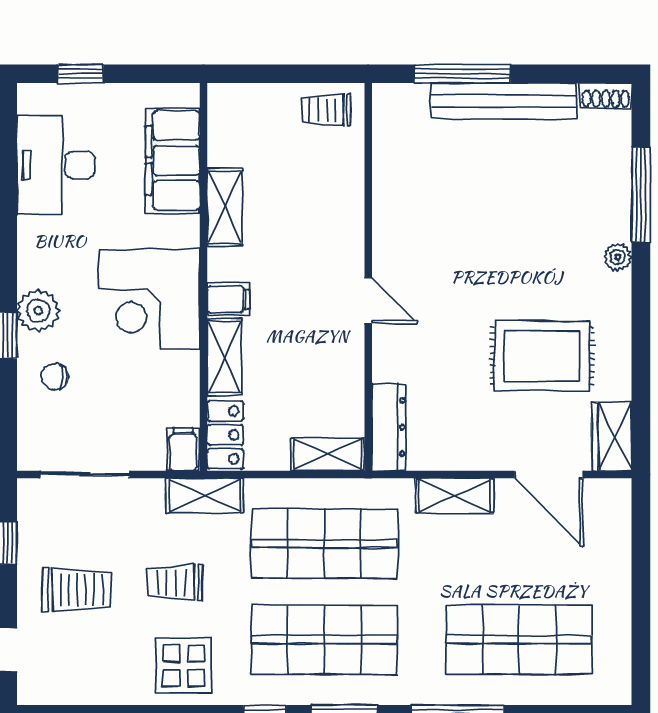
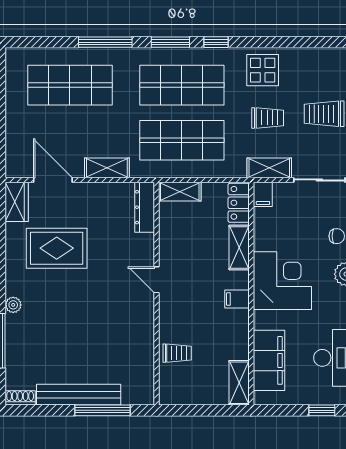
trolley: (326, 110) -> (177, 353), moved
shelving: (225, 207) -> (239, 383), moved
filing cabinet: (228, 299) -> (237, 299), moved
shelving: (205, 495) -> (269, 168), moved

